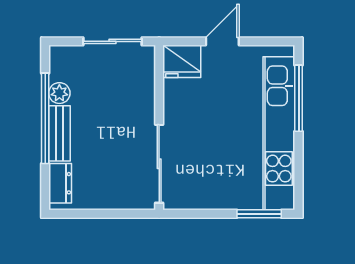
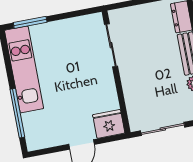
kitchen unit: (279, 133) -> (24, 69), width x0.73
sliding door: (159, 164) -> (111, 45), width x0.73

